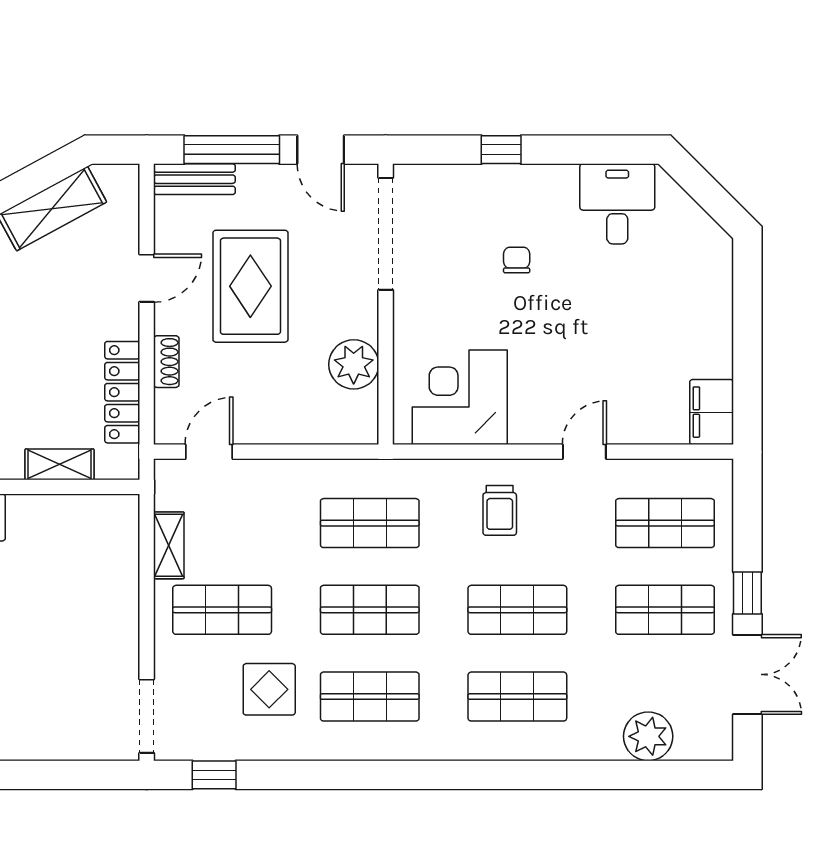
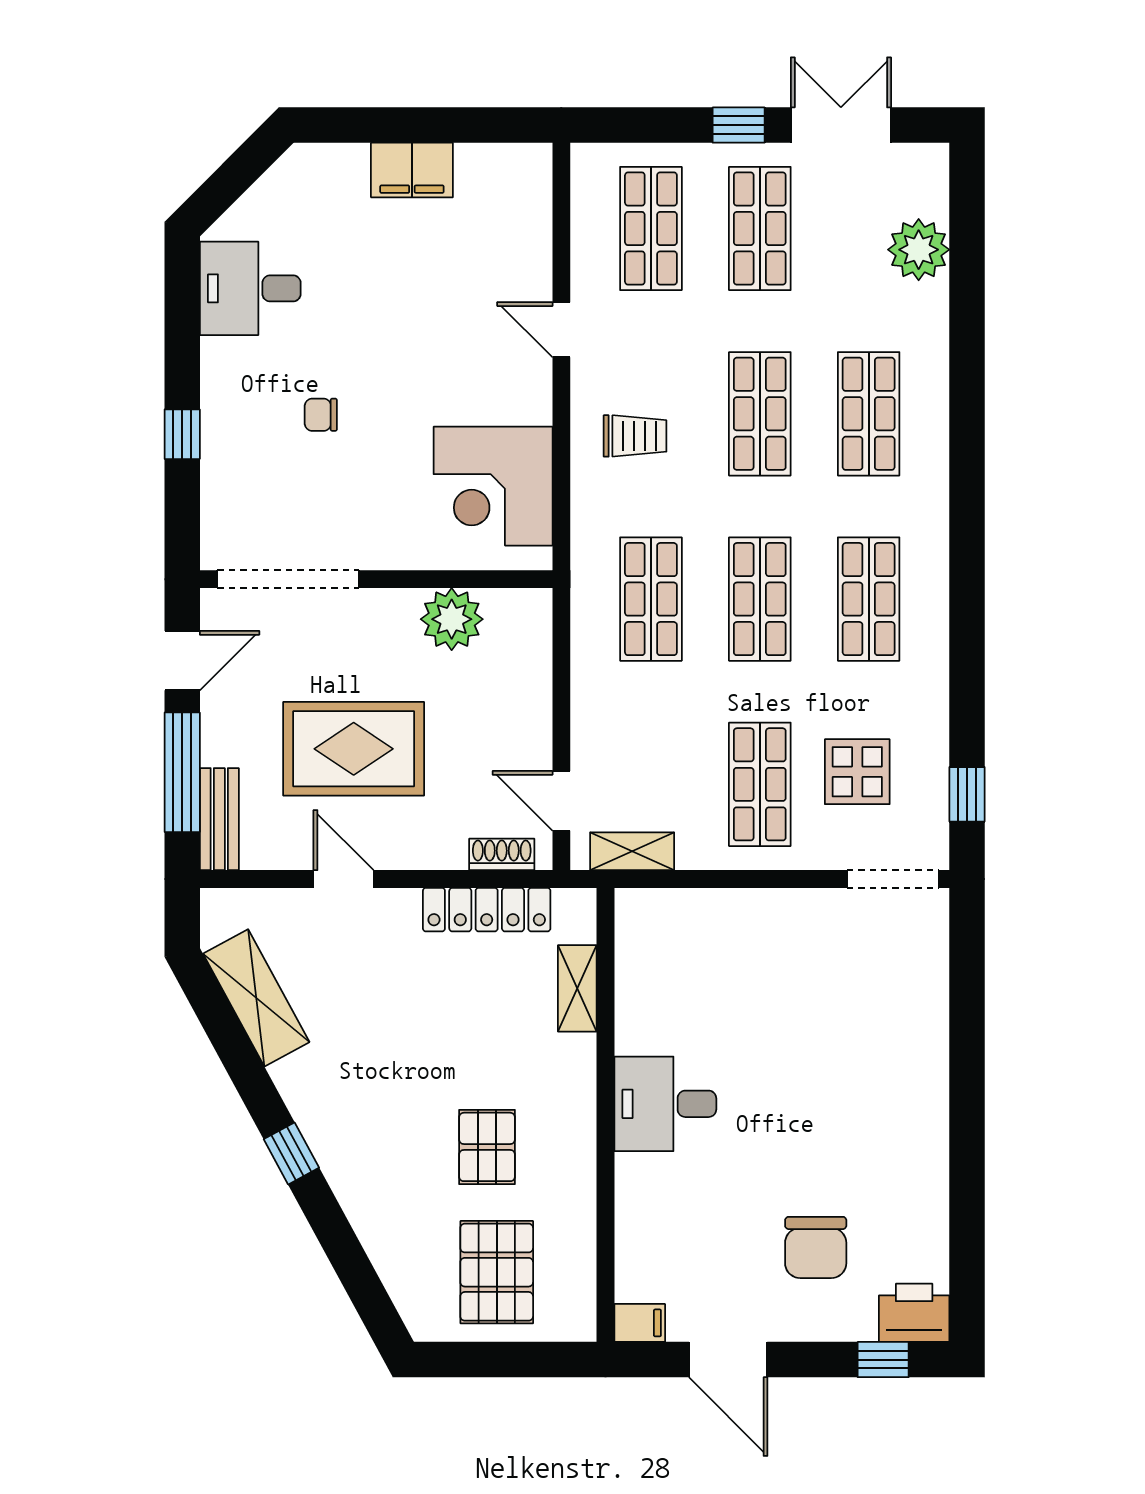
shoe rack: (166, 362) -> (502, 854), moved
filing cabinet: (712, 412) -> (412, 170), moved
shelving: (169, 545) -> (632, 851), moved
display table: (269, 689) -> (857, 772), moved

